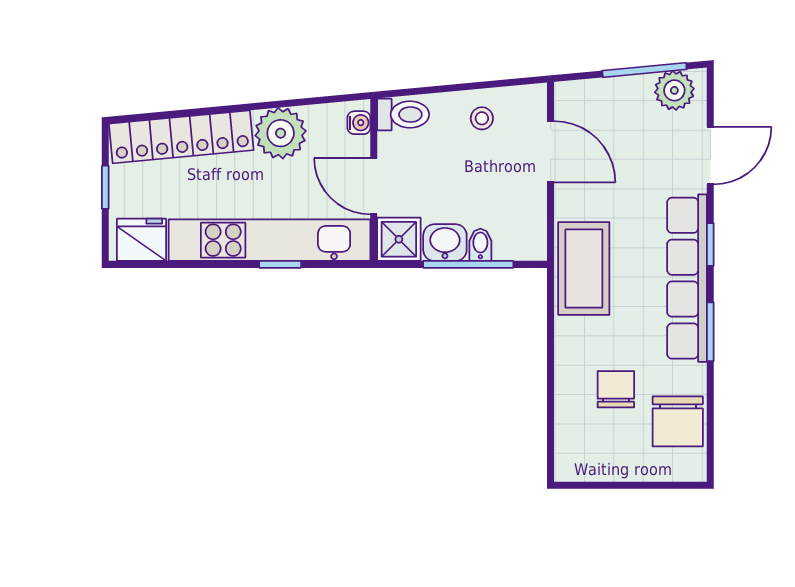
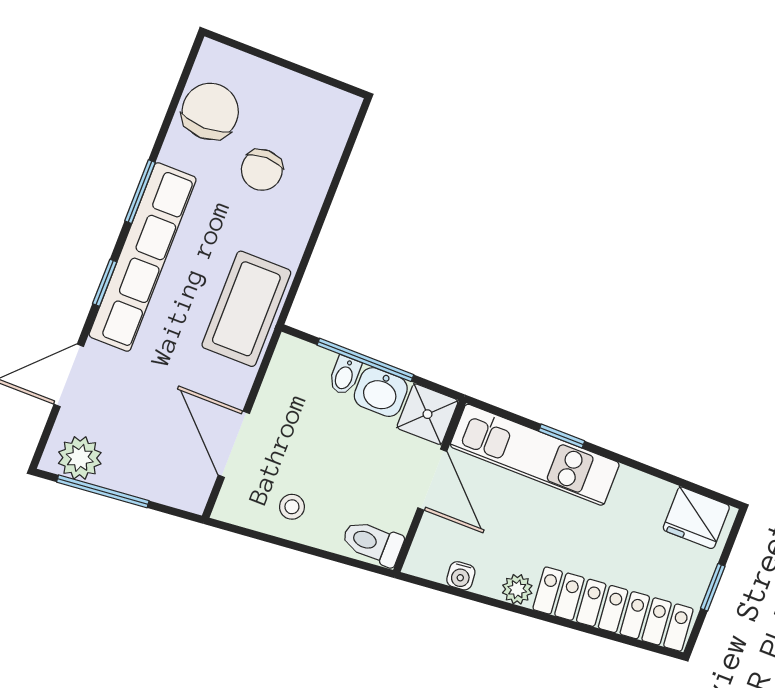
water cooler: (359, 123) -> (461, 576), moved, turned -95
plant: (281, 133) -> (517, 589), width x0.53, depth x0.53
kitchen unit: (270, 240) -> (535, 455), width x0.73

